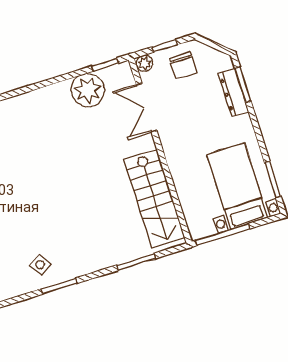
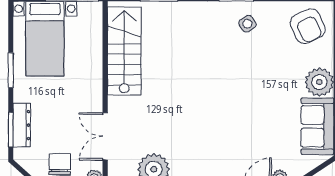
double door: (147, 108) -> (105, 136), swing flipped
window: (273, 180) -> (11, 70), moved

